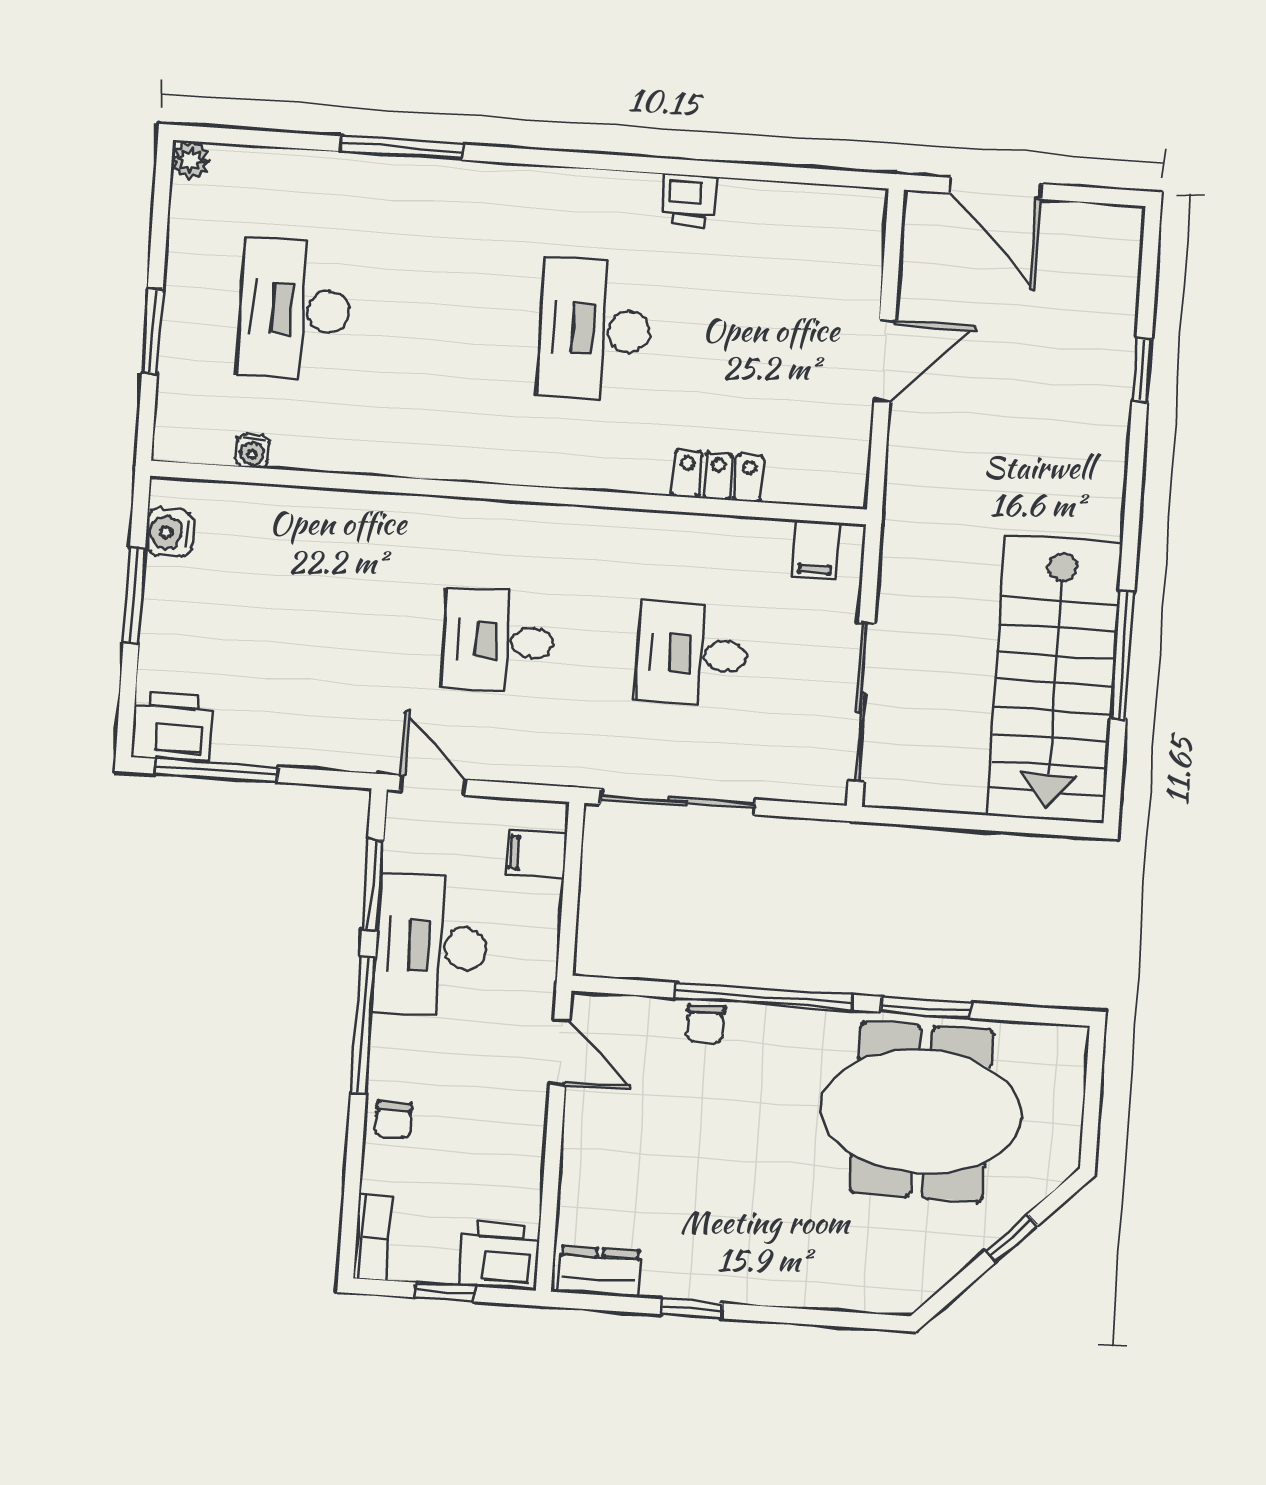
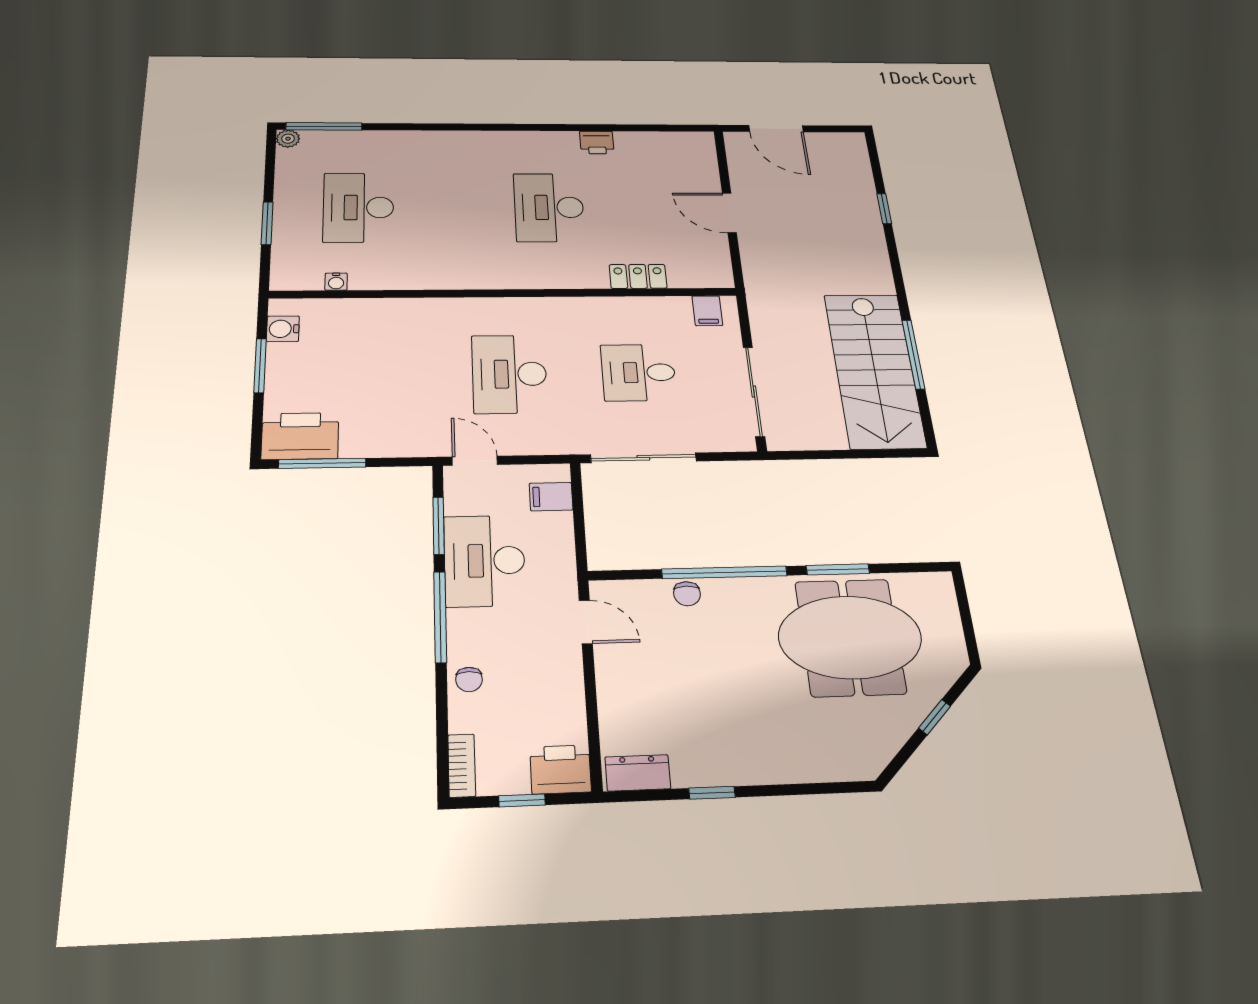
window: (402, 148) -> (324, 126), moved
door: (885, 361) -> (729, 213), swing flipped
desk: (498, 641) -> (509, 374), width x1.37
printer: (172, 727) -> (300, 436), width x1.37, depth x1.19

